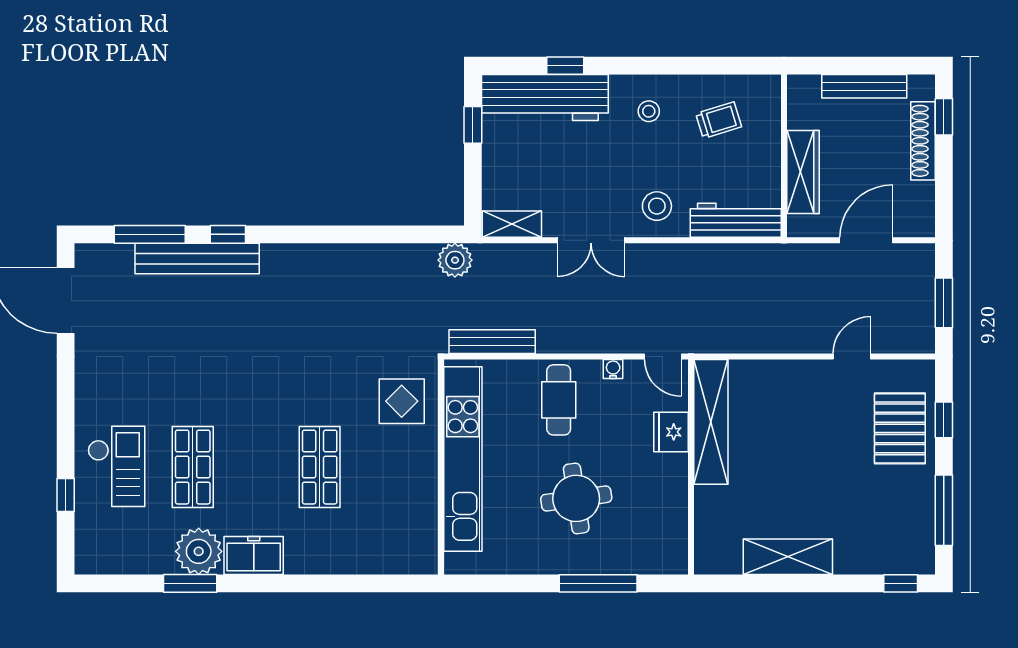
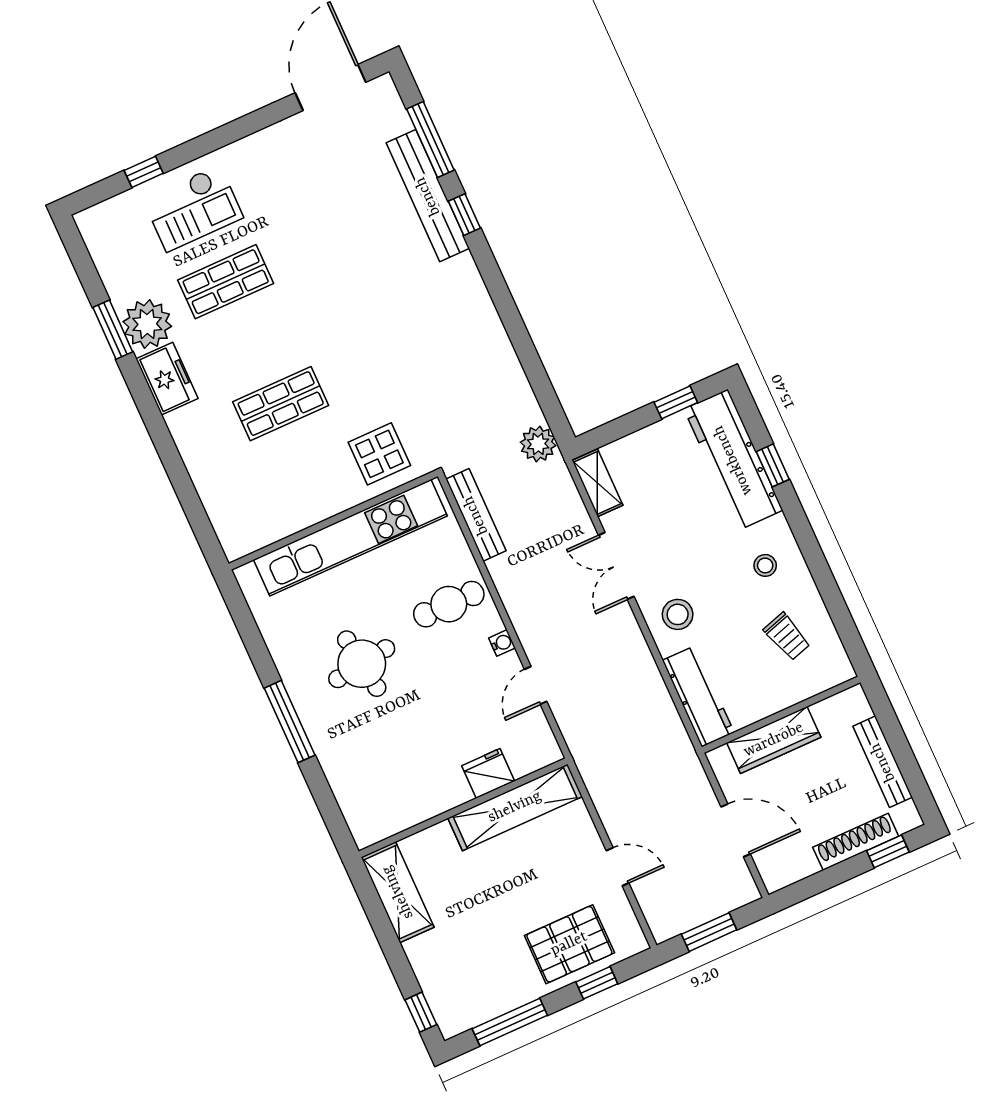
shelving: (711, 422) -> (515, 807), moved
fridge: (671, 432) -> (488, 773), moved
wall: (691, 467) -> (463, 808), moved

